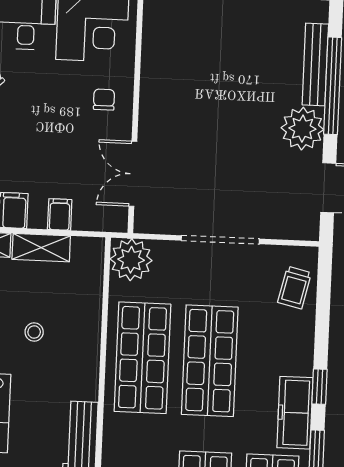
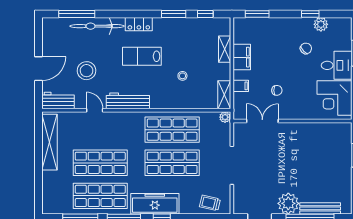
chair: (104, 100) -> (277, 90), moved
shelving: (41, 248) -> (224, 95), moved
plant: (131, 260) -> (225, 117), width x0.53, depth x0.53
freezer: (295, 413) -> (155, 204), width x1.36, depth x1.26

